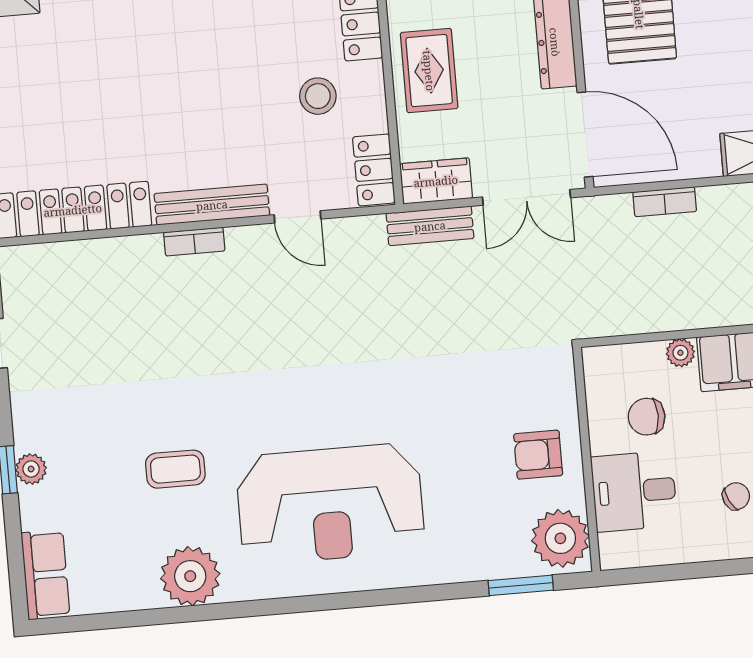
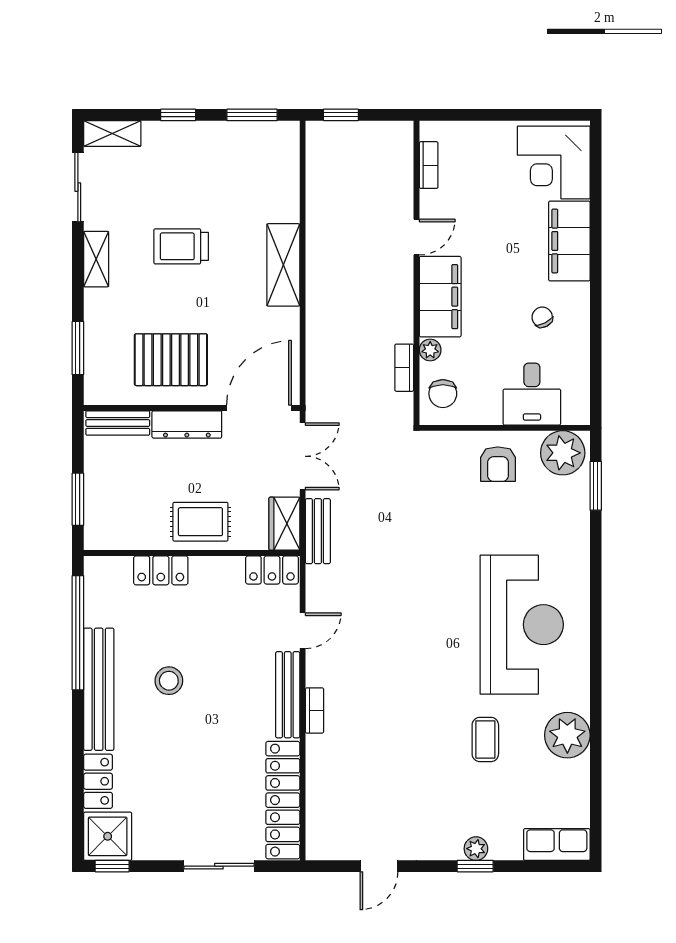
stool: (318, 96) -> (169, 681), moved
bookcase: (665, 202) -> (404, 368), moved, turned 180
chair: (647, 417) -> (443, 394), moved

